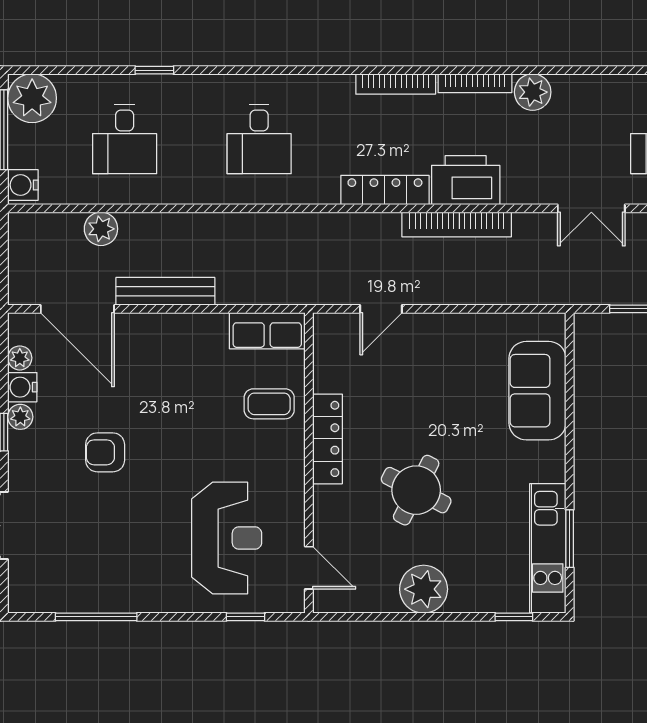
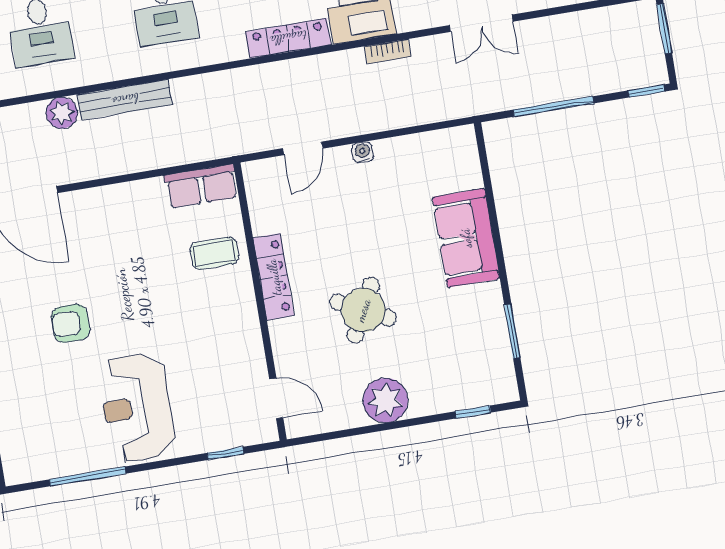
bookcase: (457, 225) -> (388, 51), width x0.43, depth x0.76
plant: (101, 229) -> (62, 113), moved
bench: (165, 291) -> (125, 100), moved
water cooler: (443, 323) -> (362, 152), added
sofa: (537, 391) -> (466, 238), moved
reception desk: (227, 538) -> (137, 408), moved, turned 180
kitchen unit: (548, 548) -> (493, 343), removed

